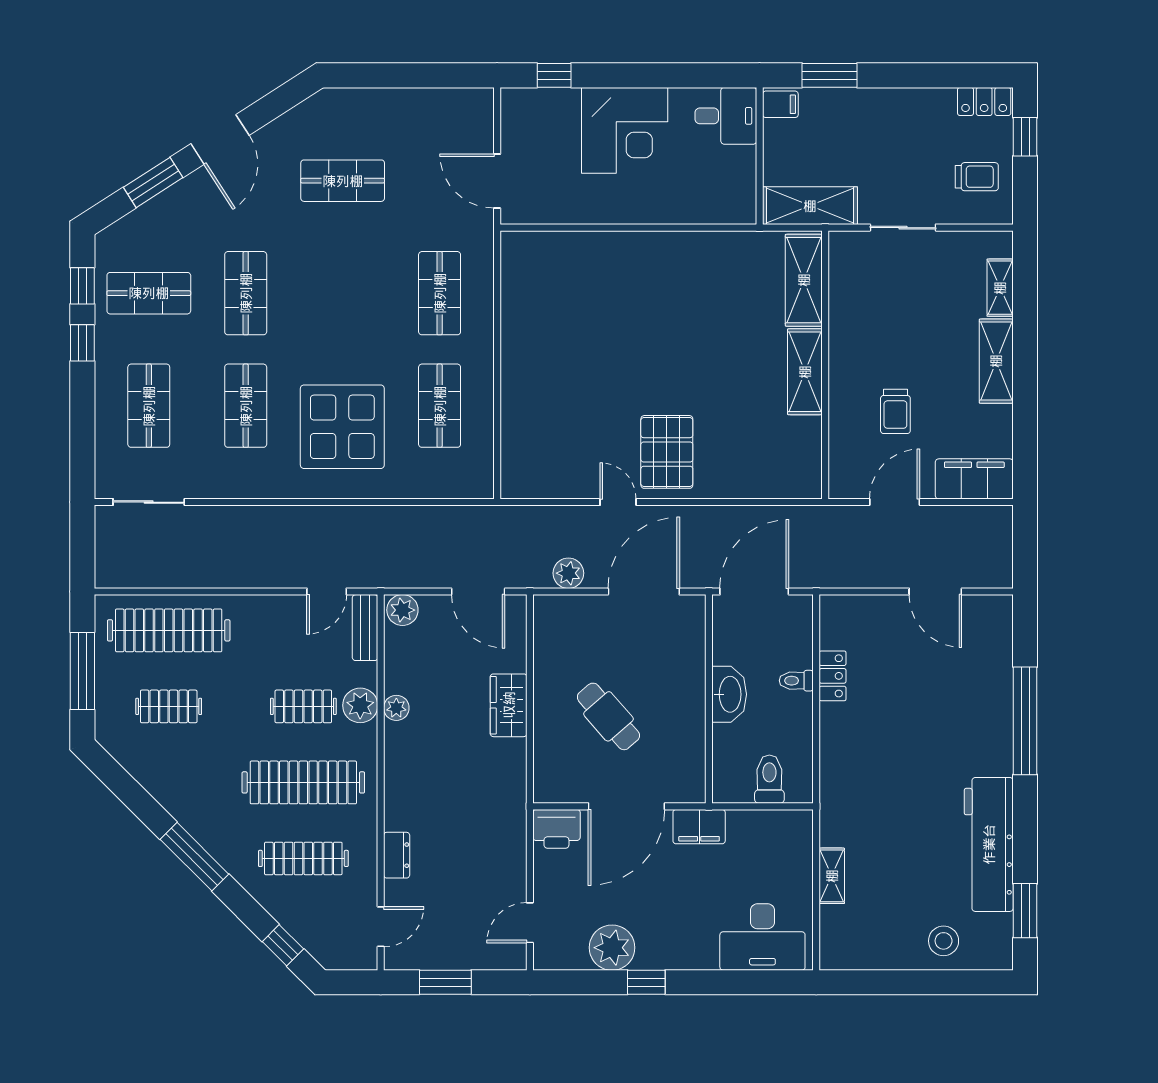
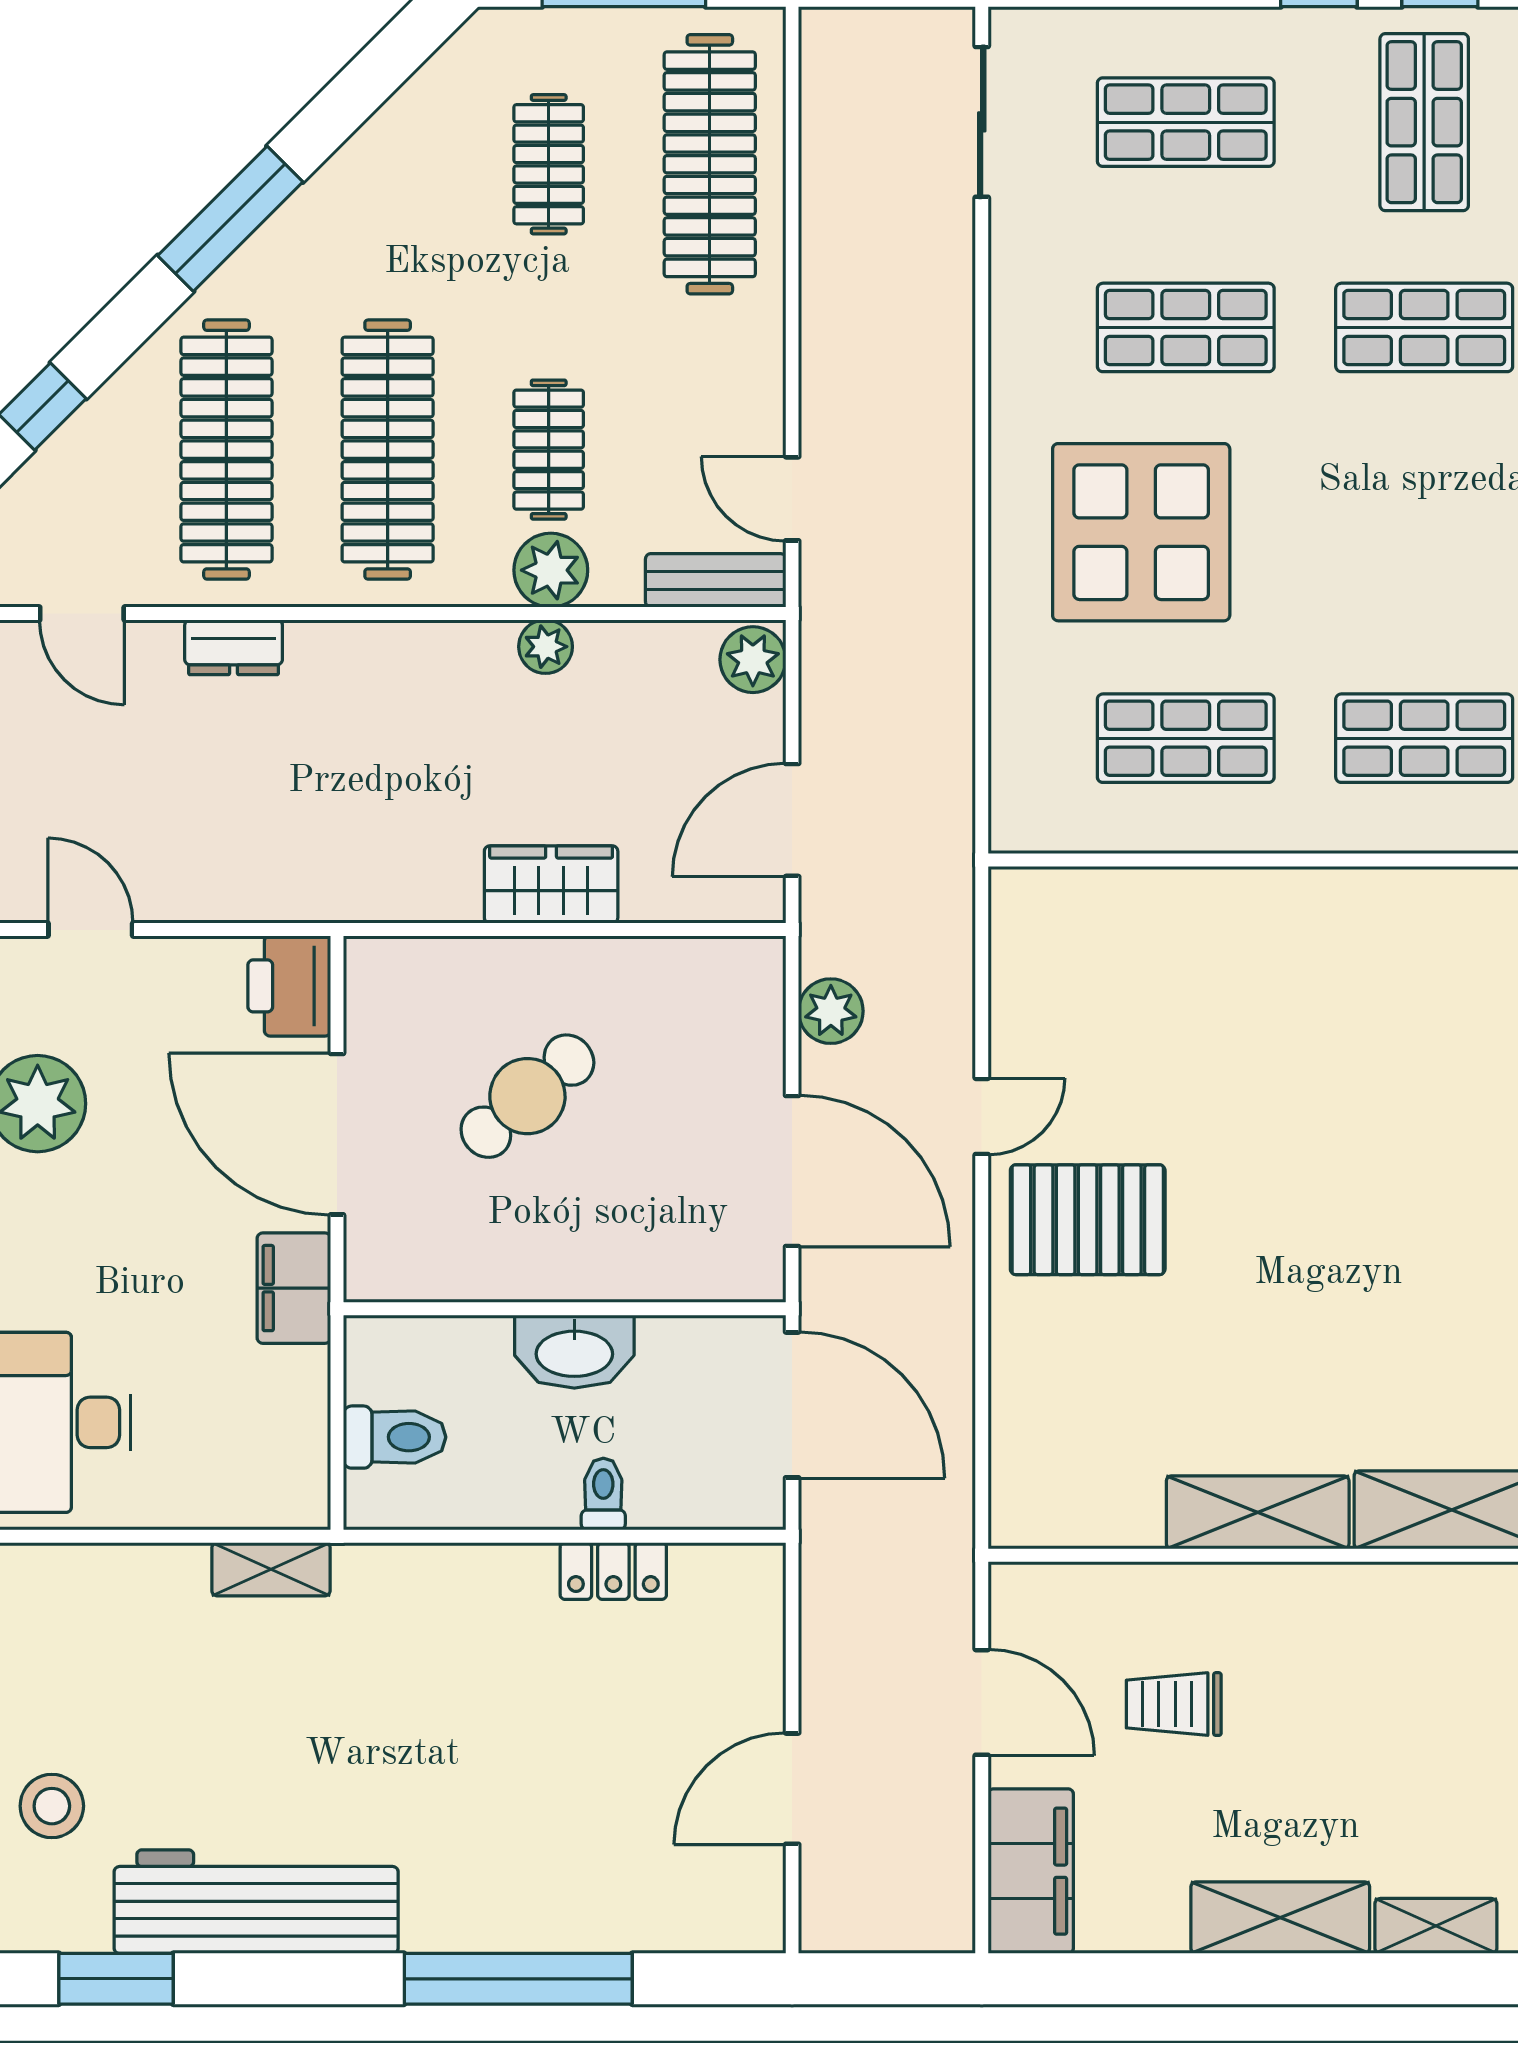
clothes rail: (303, 858) -> (226, 450), width x1.37, depth x1.31
shelving: (832, 876) -> (271, 1569), moved

